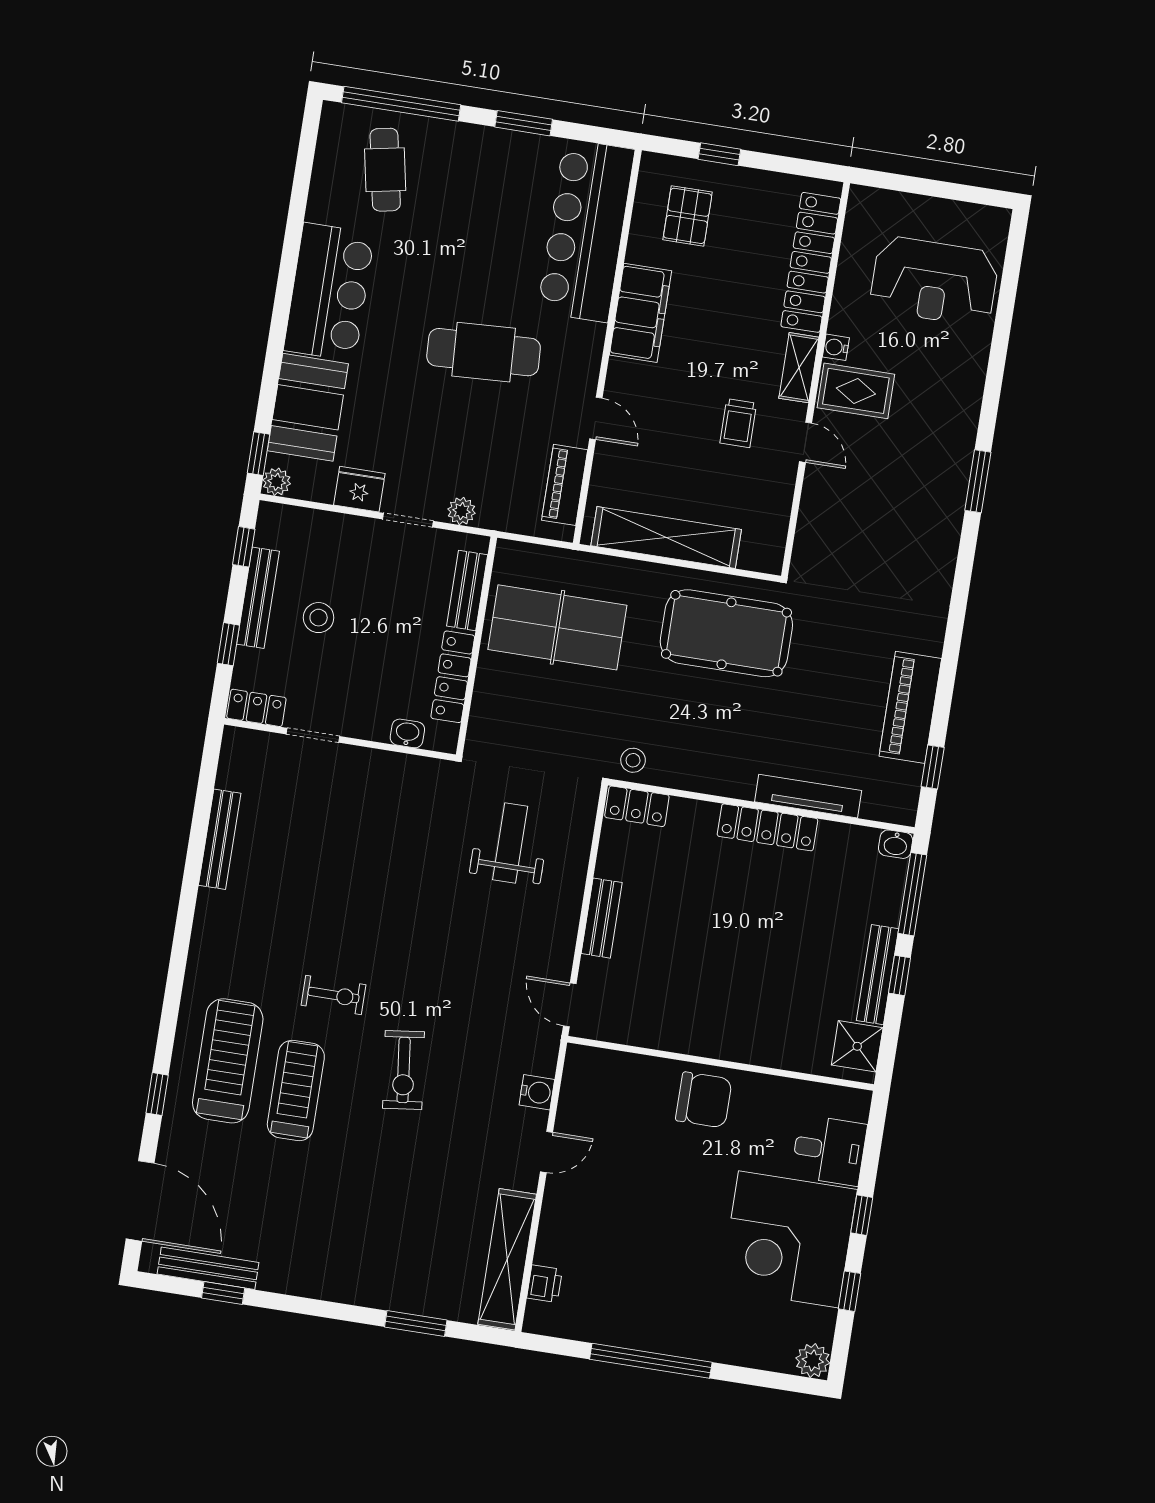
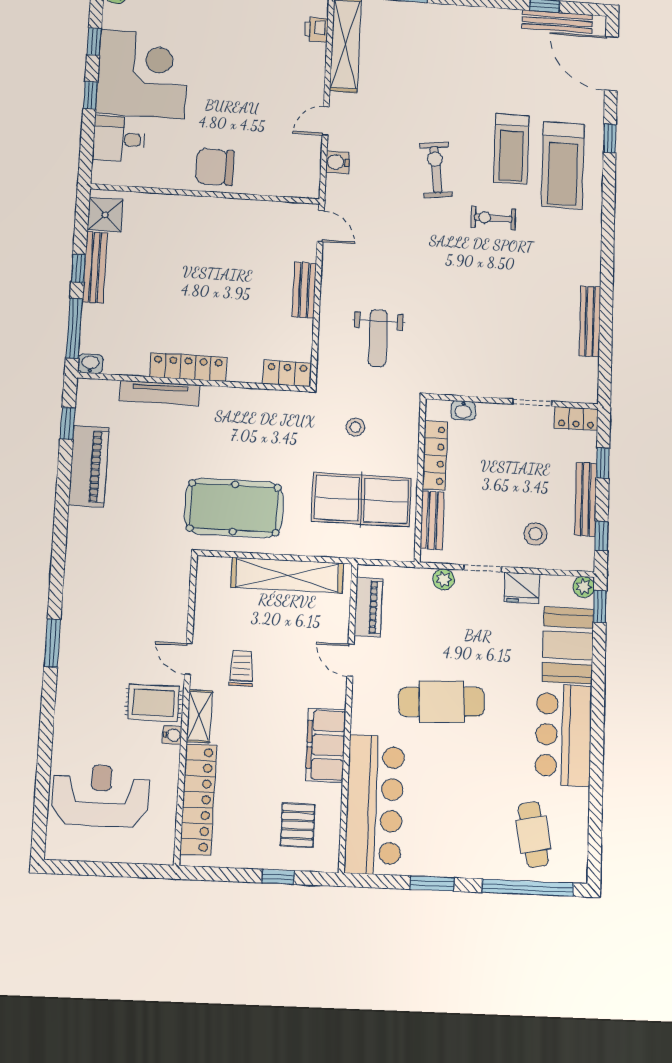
stool: (319, 618) -> (535, 534), moved
stool: (633, 760) -> (356, 427), moved

